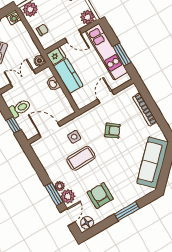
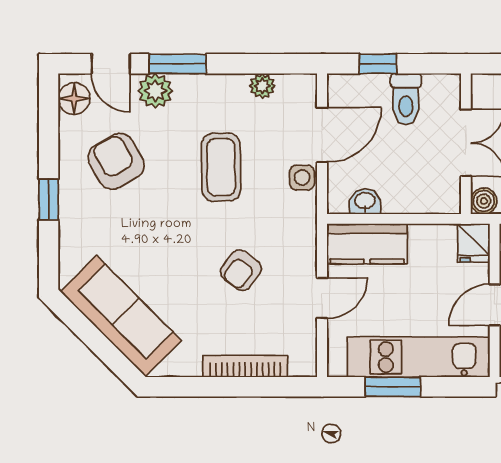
kitchen counter: (68, 76) -> (367, 244), moved
washbasin: (53, 84) -> (365, 201), moved
door: (106, 97) -> (322, 298), hinge flipped
side table: (74, 137) -> (302, 178), moved
plant: (60, 186) -> (262, 86), moved
armchair: (100, 196) -> (116, 161), turned -120
window: (127, 211) -> (49, 199), width x0.67

